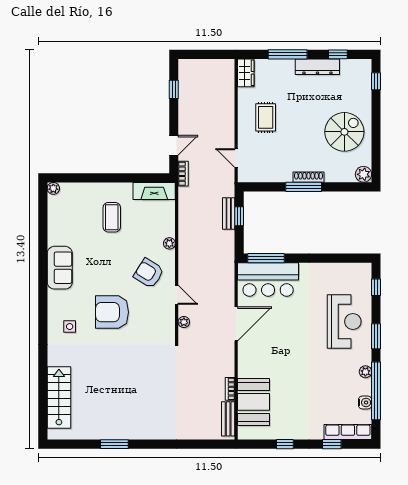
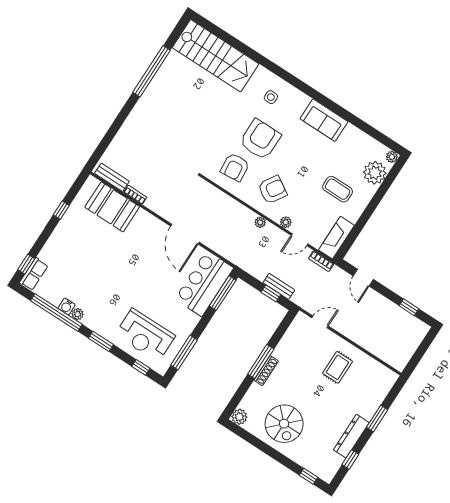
window: (288, 54) -> (377, 418), width x0.69
wardrobe: (246, 73) -> (384, 375), removed
rug: (266, 117) -> (338, 367), turned 90
bookcase: (183, 174) -> (321, 261), moved
plant: (77, 194) -> (375, 173), added
window: (339, 258) -> (184, 352), added
door: (177, 295) -> (299, 240), moved
armchair: (150, 318) -> (235, 167), added
plant: (184, 322) -> (260, 222), moved
reception desk: (344, 322) -> (145, 335), moved
stairs: (59, 397) -> (216, 56), width x1.36, depth x1.51
water cooler: (365, 403) -> (67, 306), moved
row of seats: (348, 432) -> (34, 274), width x0.68
window: (114, 444) -> (151, 71), width x2.11
window: (332, 444) -> (26, 264), moved

